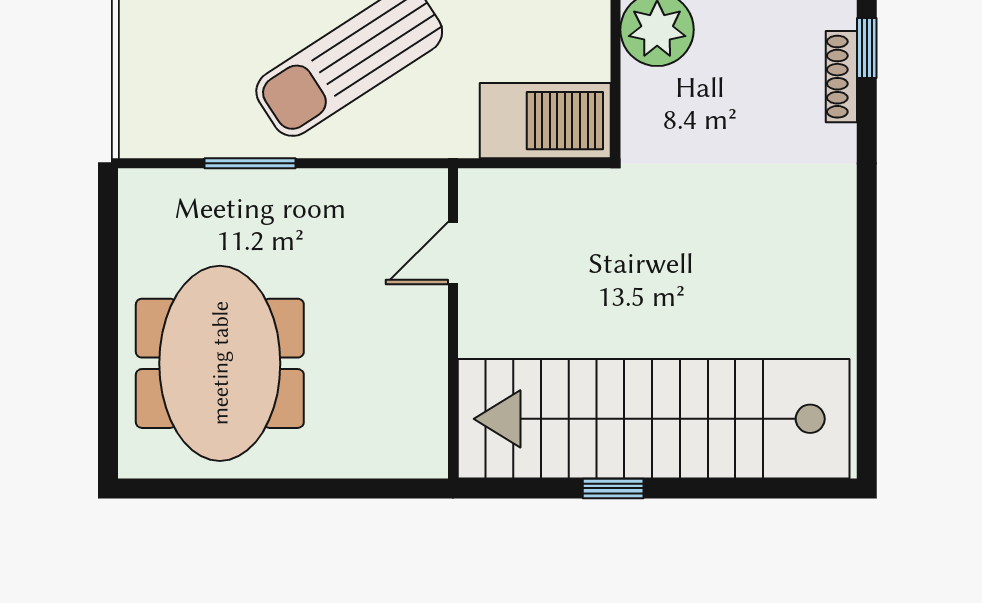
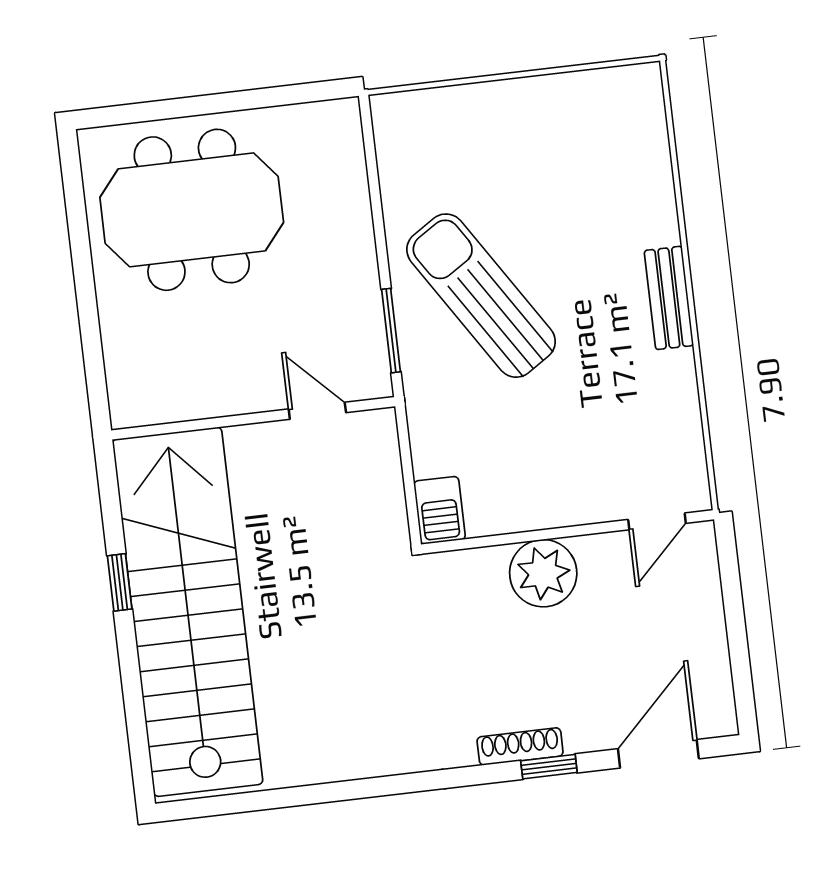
barbecue: (545, 121) -> (439, 510), width x0.53, depth x0.65
window: (250, 163) -> (391, 331), moved

